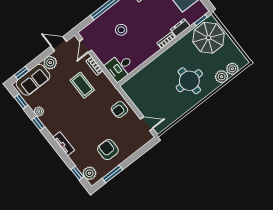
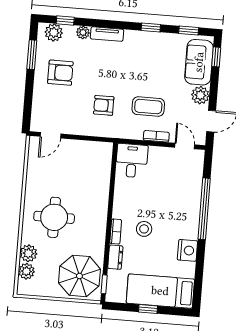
stool: (121, 30) -> (144, 229), moved
armchair: (119, 110) -> (104, 105), moved, turned -90
plant: (39, 112) -> (83, 32), moved

